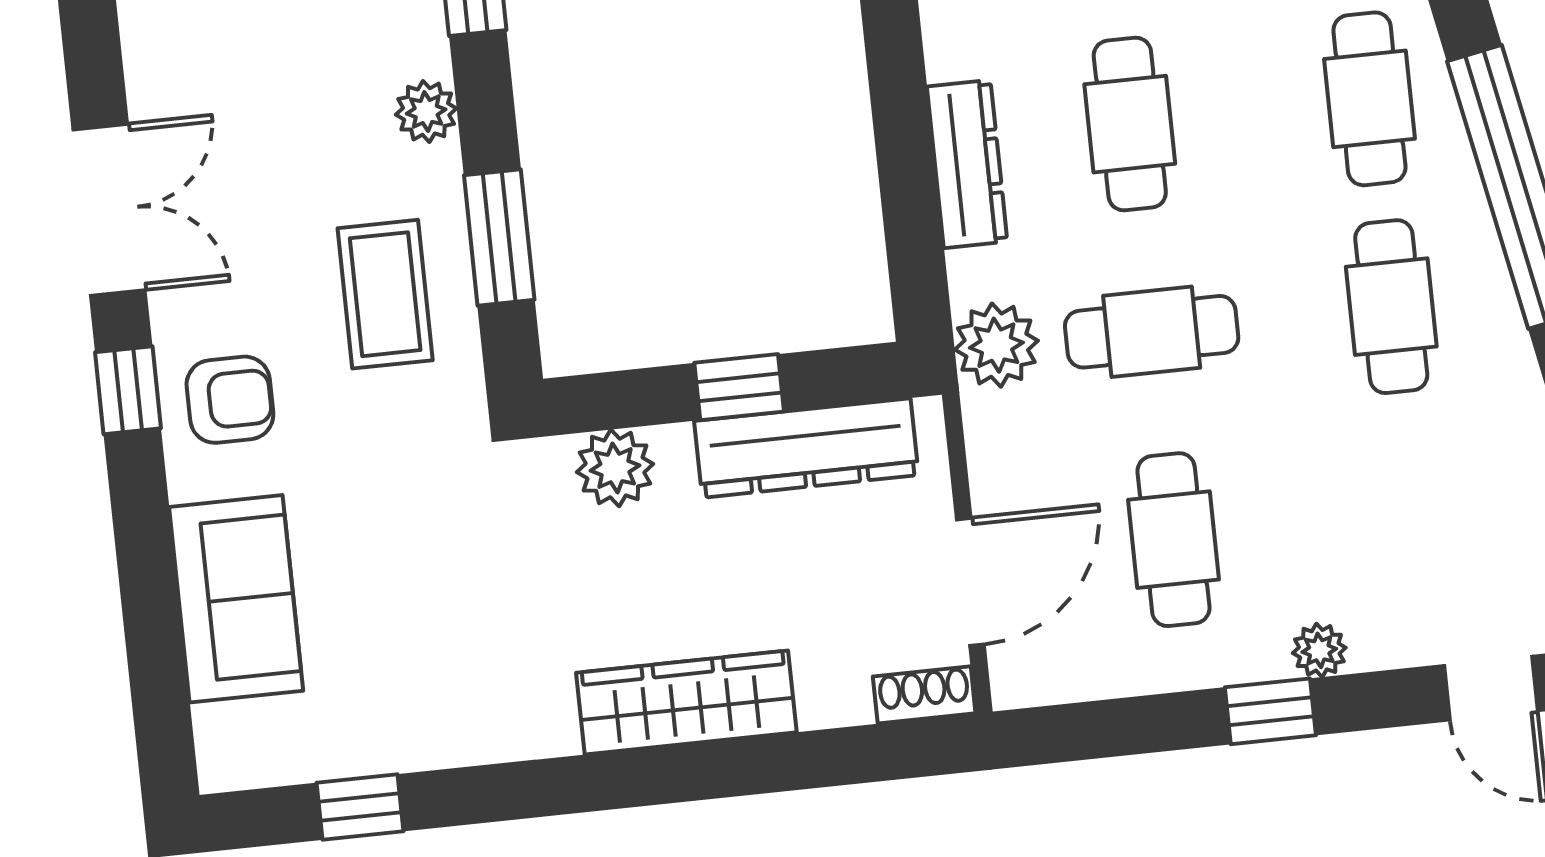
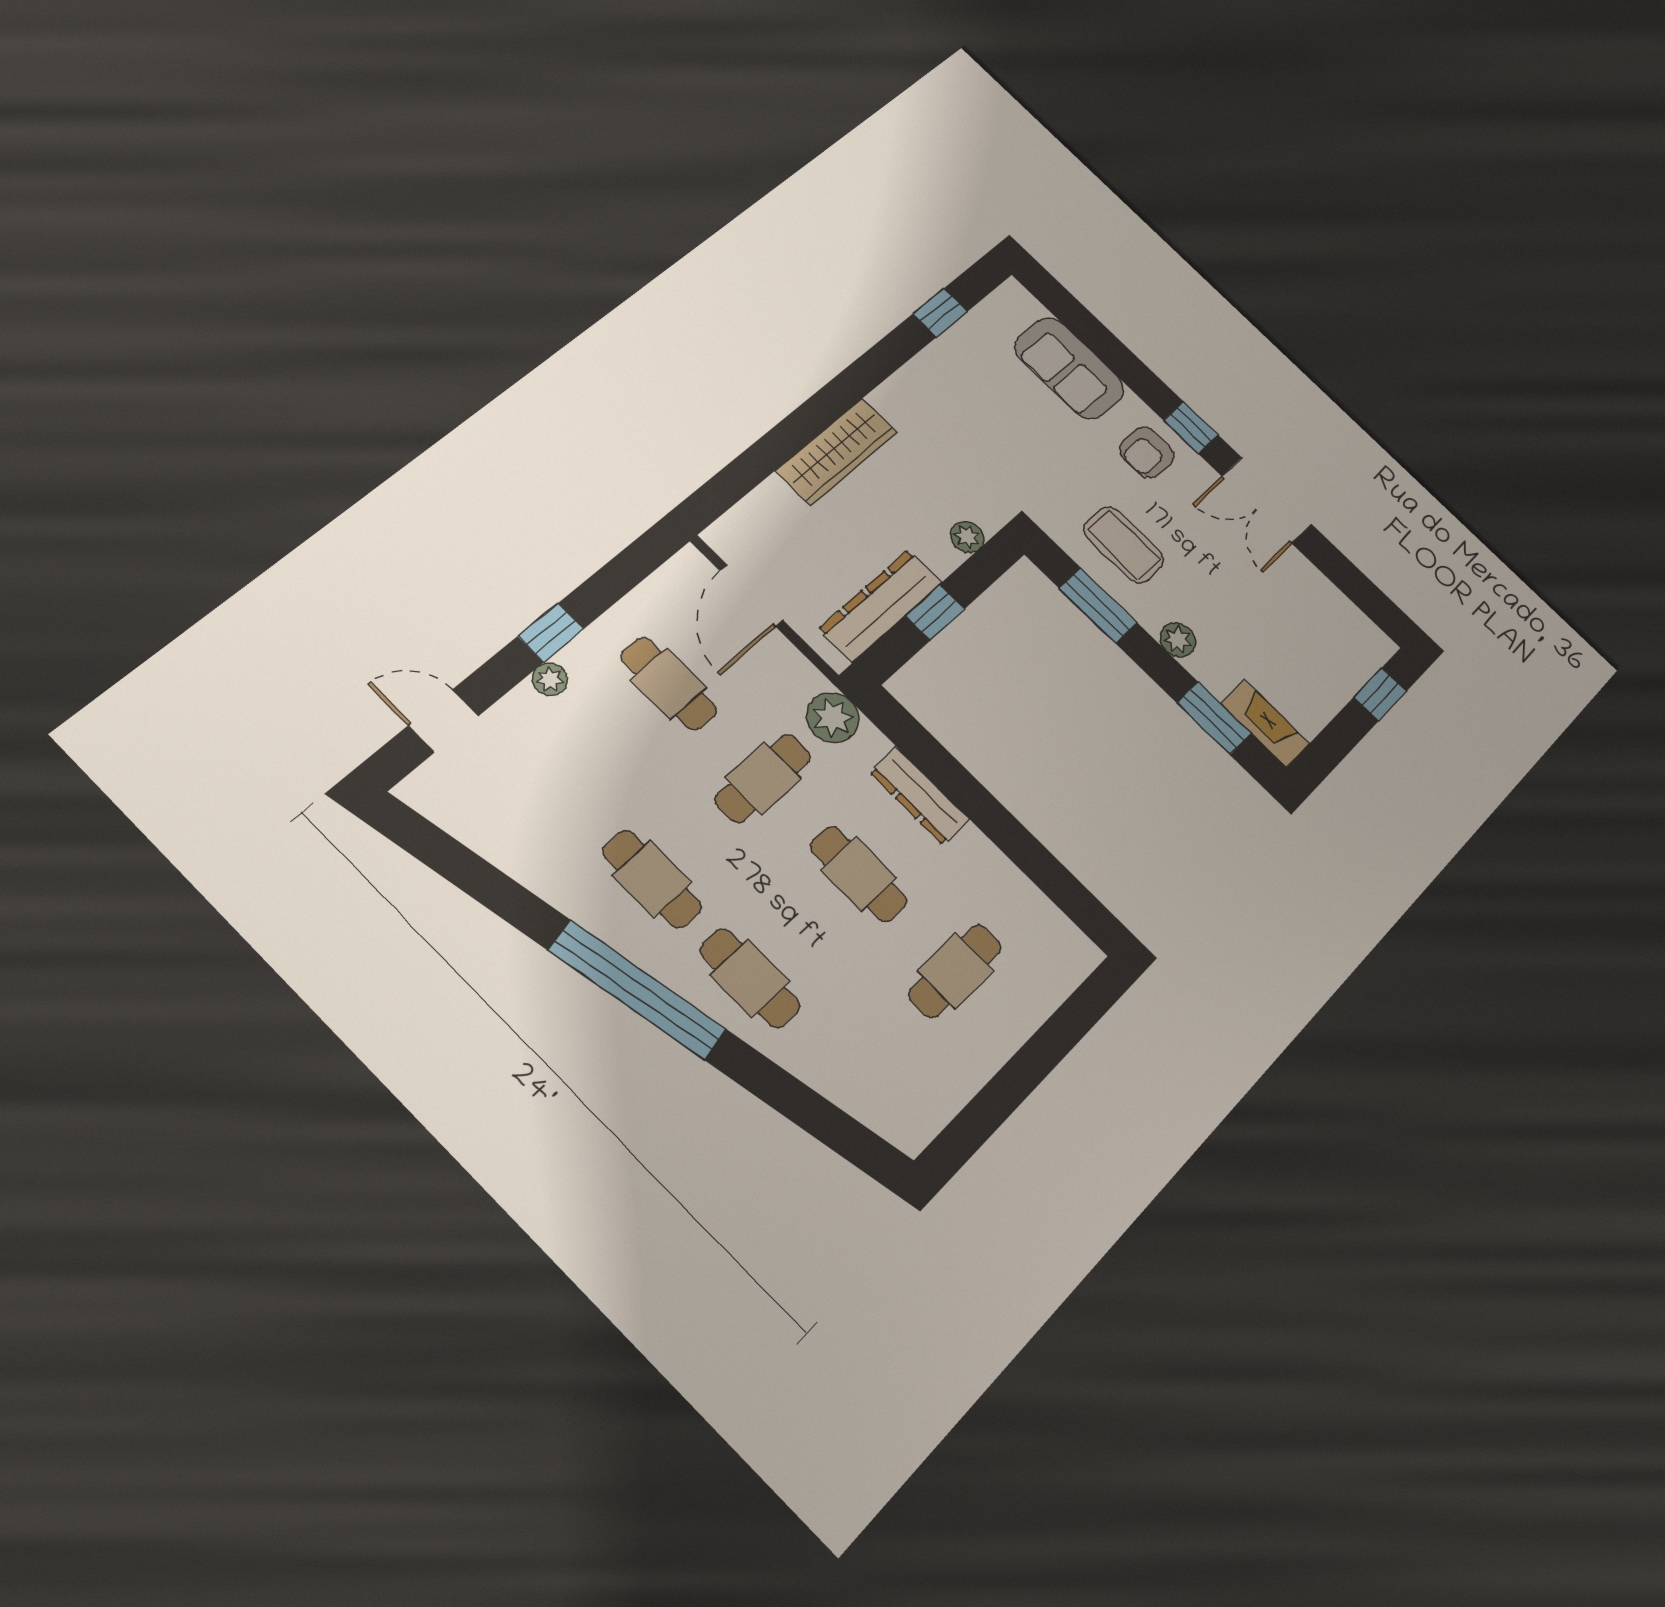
plant: (615, 468) -> (967, 537), width x0.73, depth x0.73
shoe rack: (924, 695) -> (729, 528), removed

